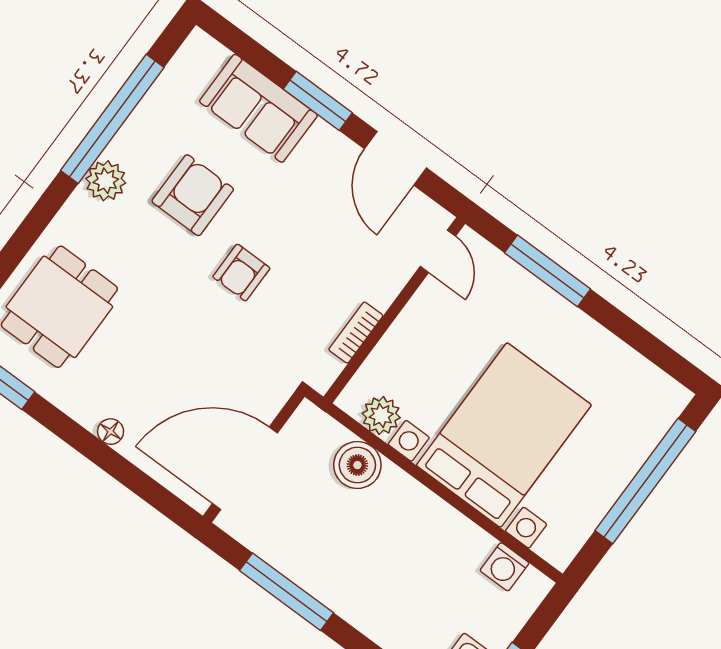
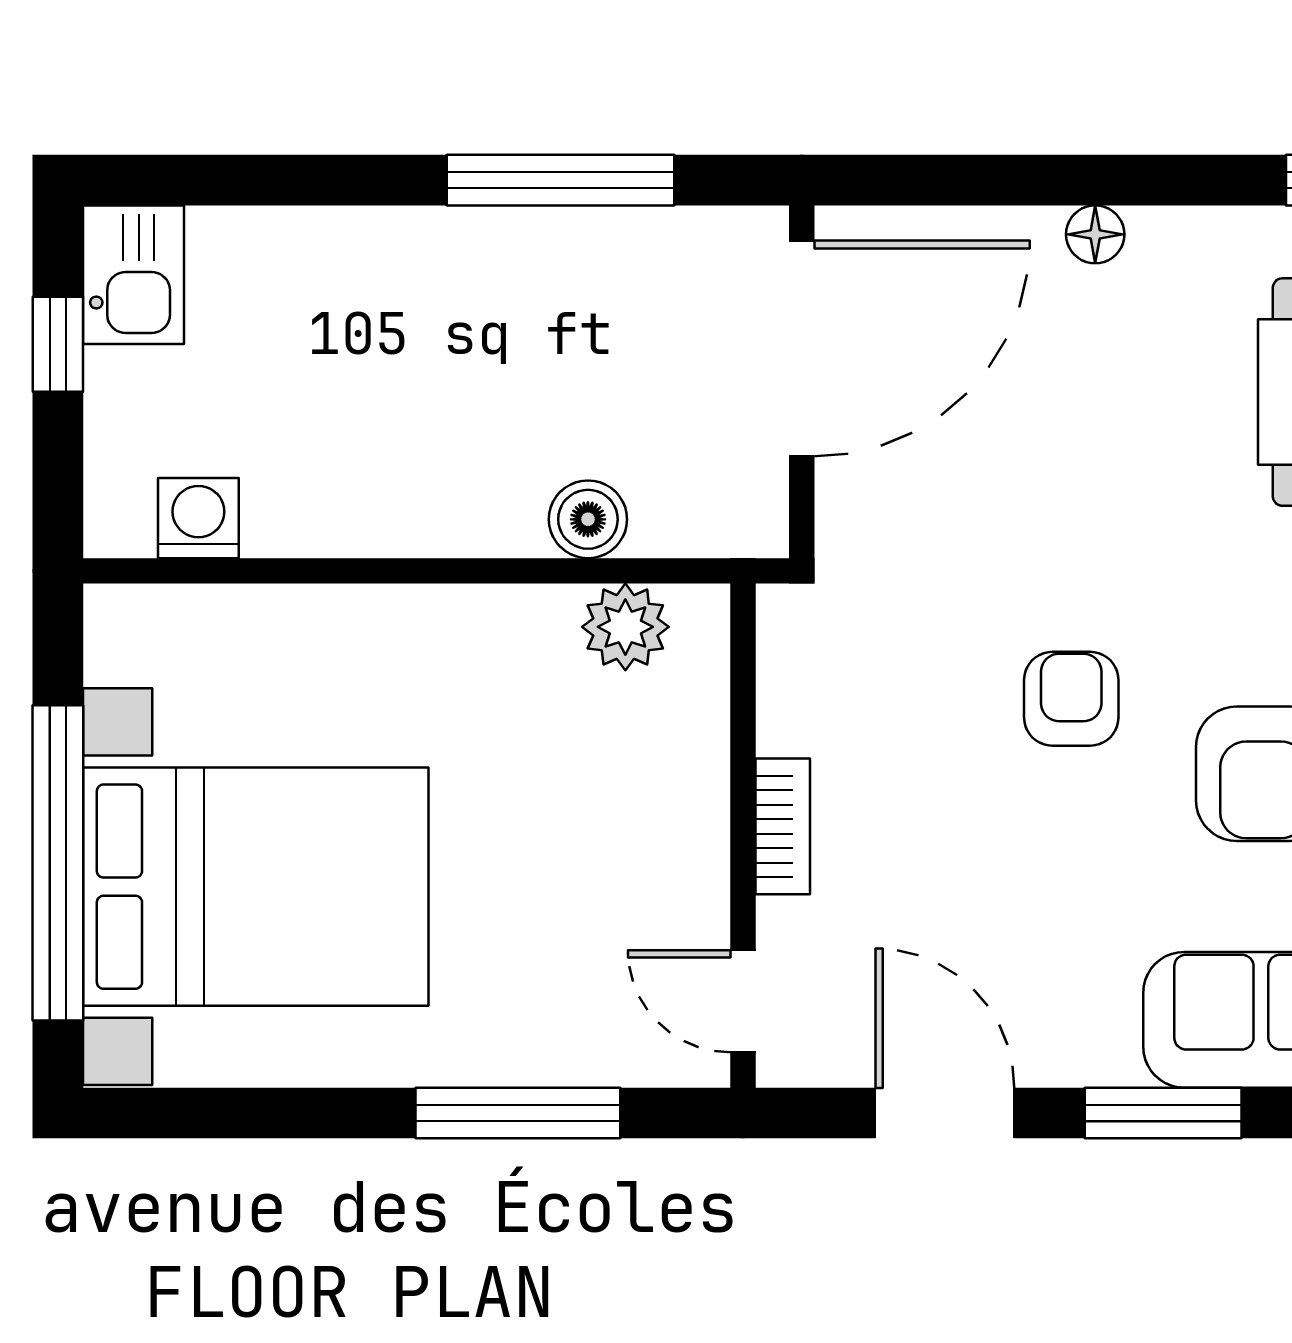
bookcase: (356, 333) -> (783, 826), moved
bed with nightstands: (504, 435) -> (256, 887), moved, turned -90
boiler: (357, 465) -> (588, 519), width x0.73, depth x0.73

